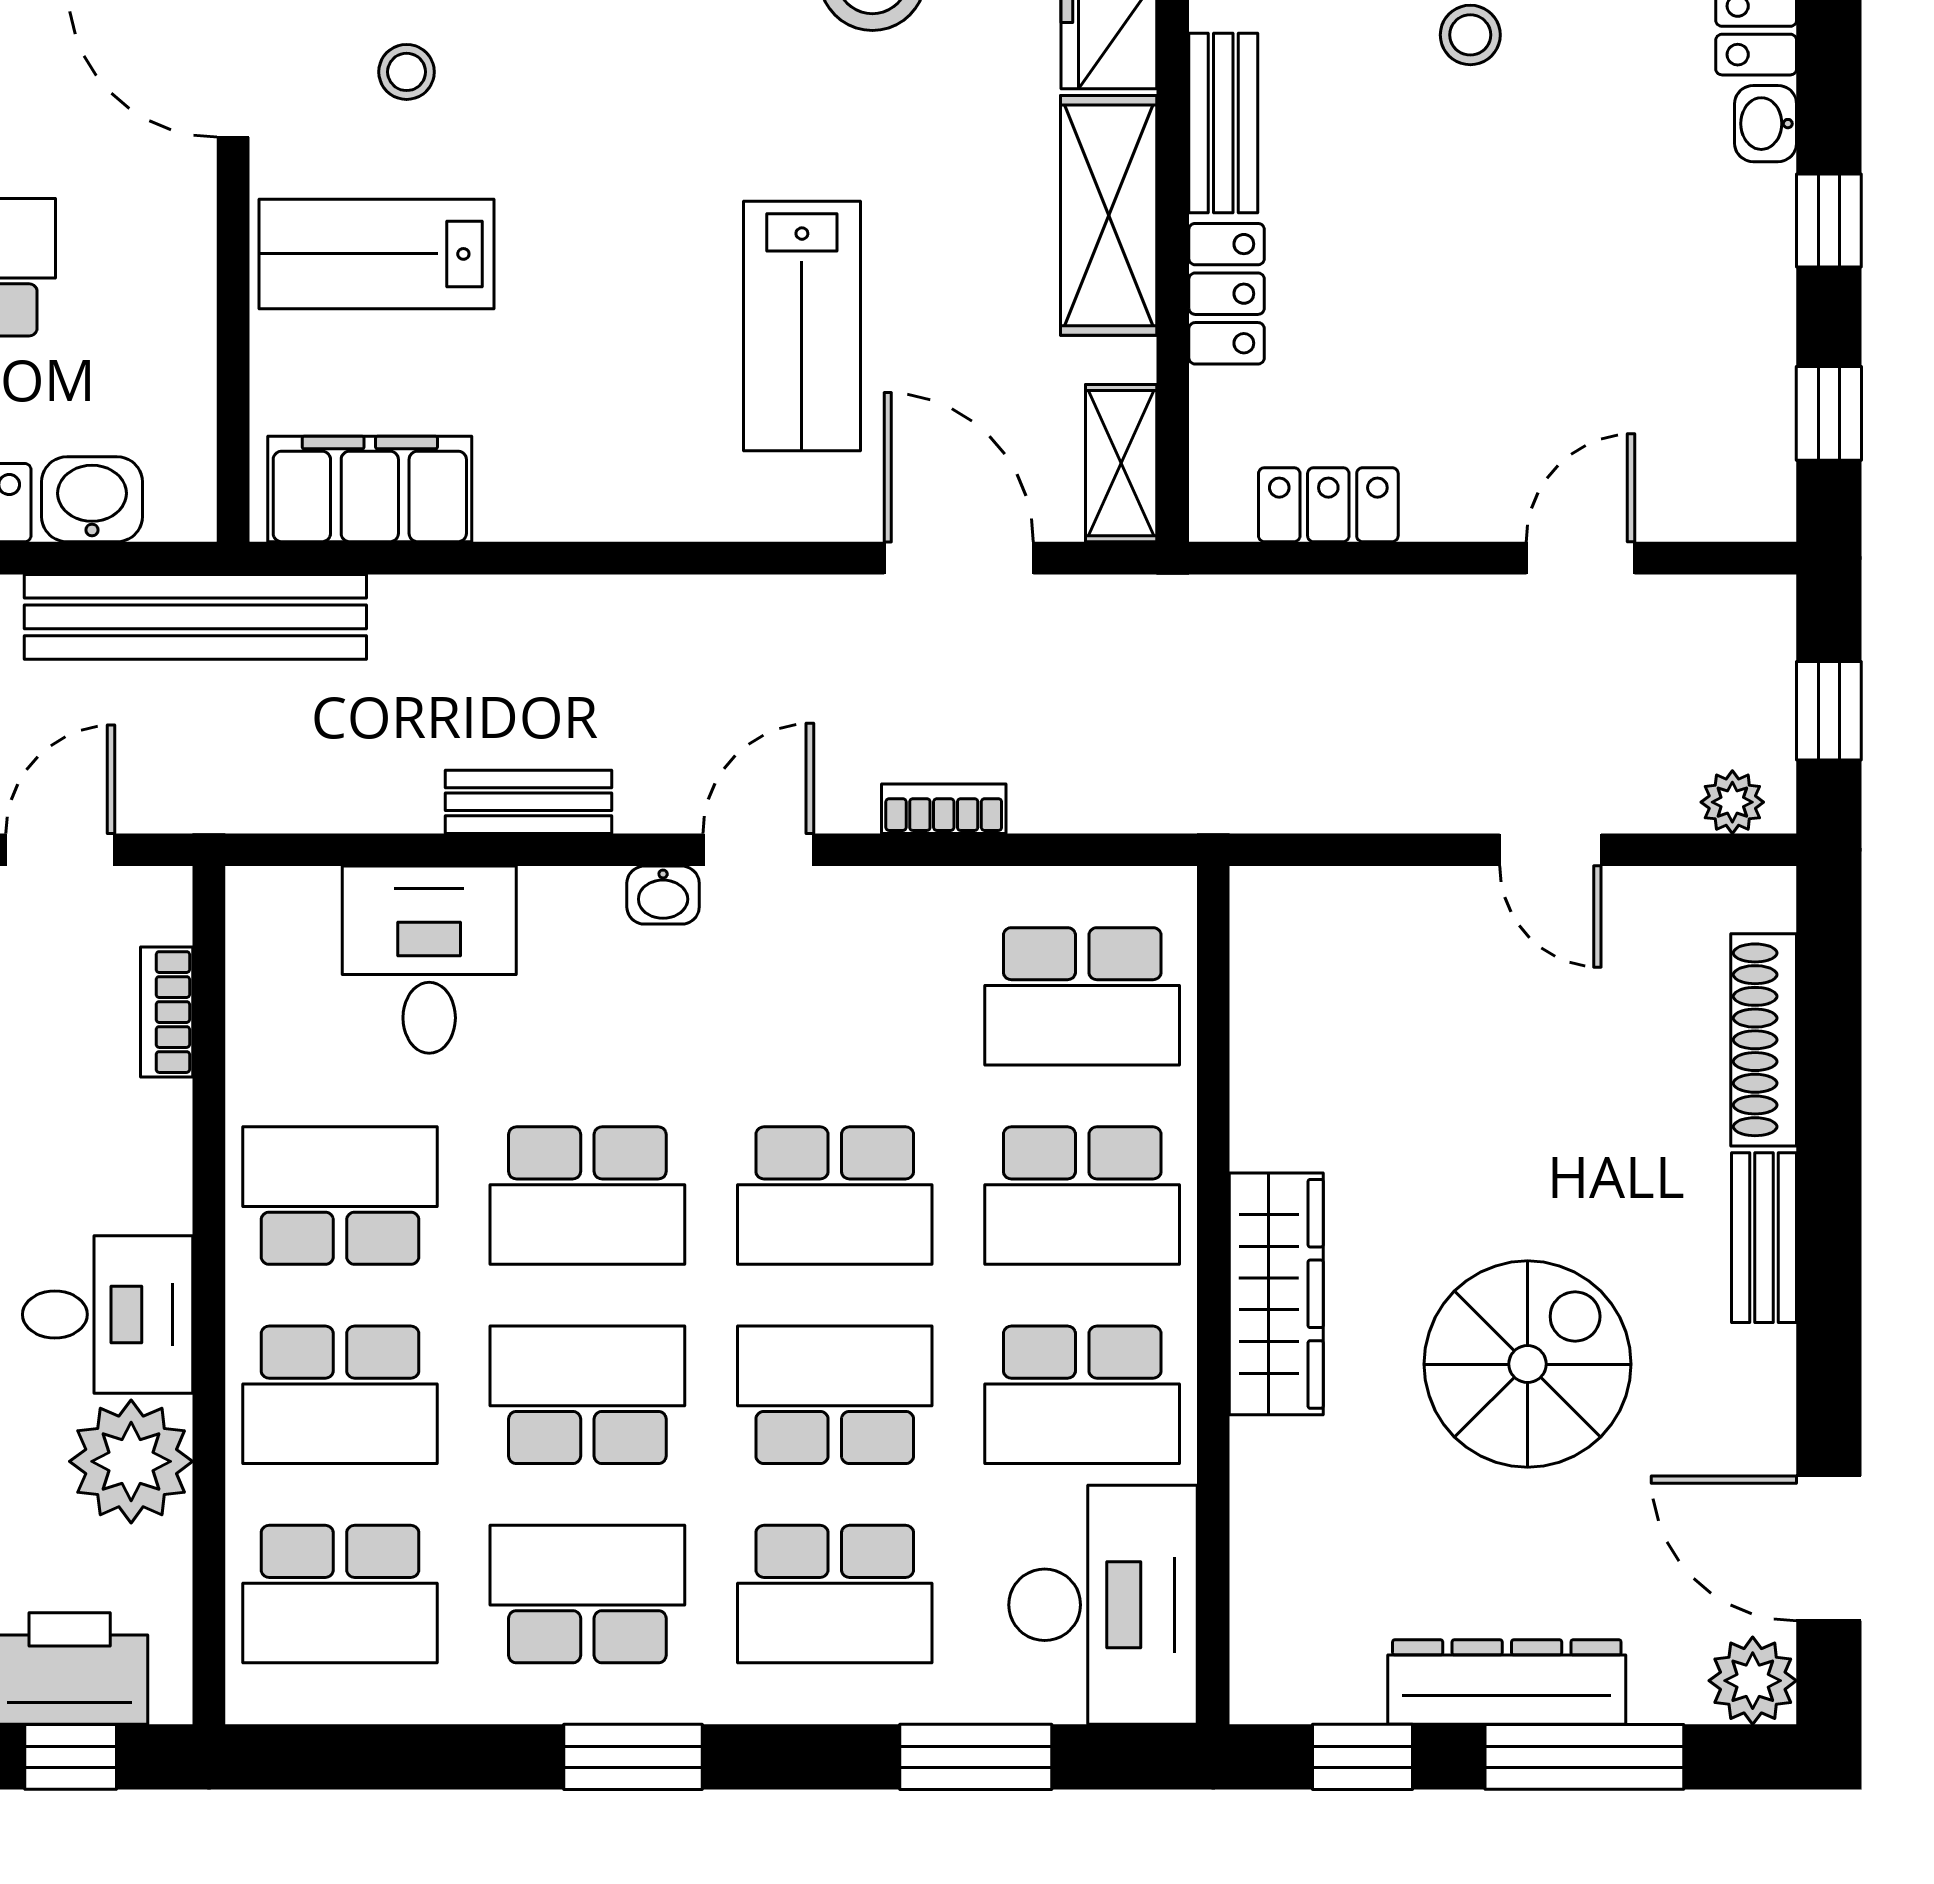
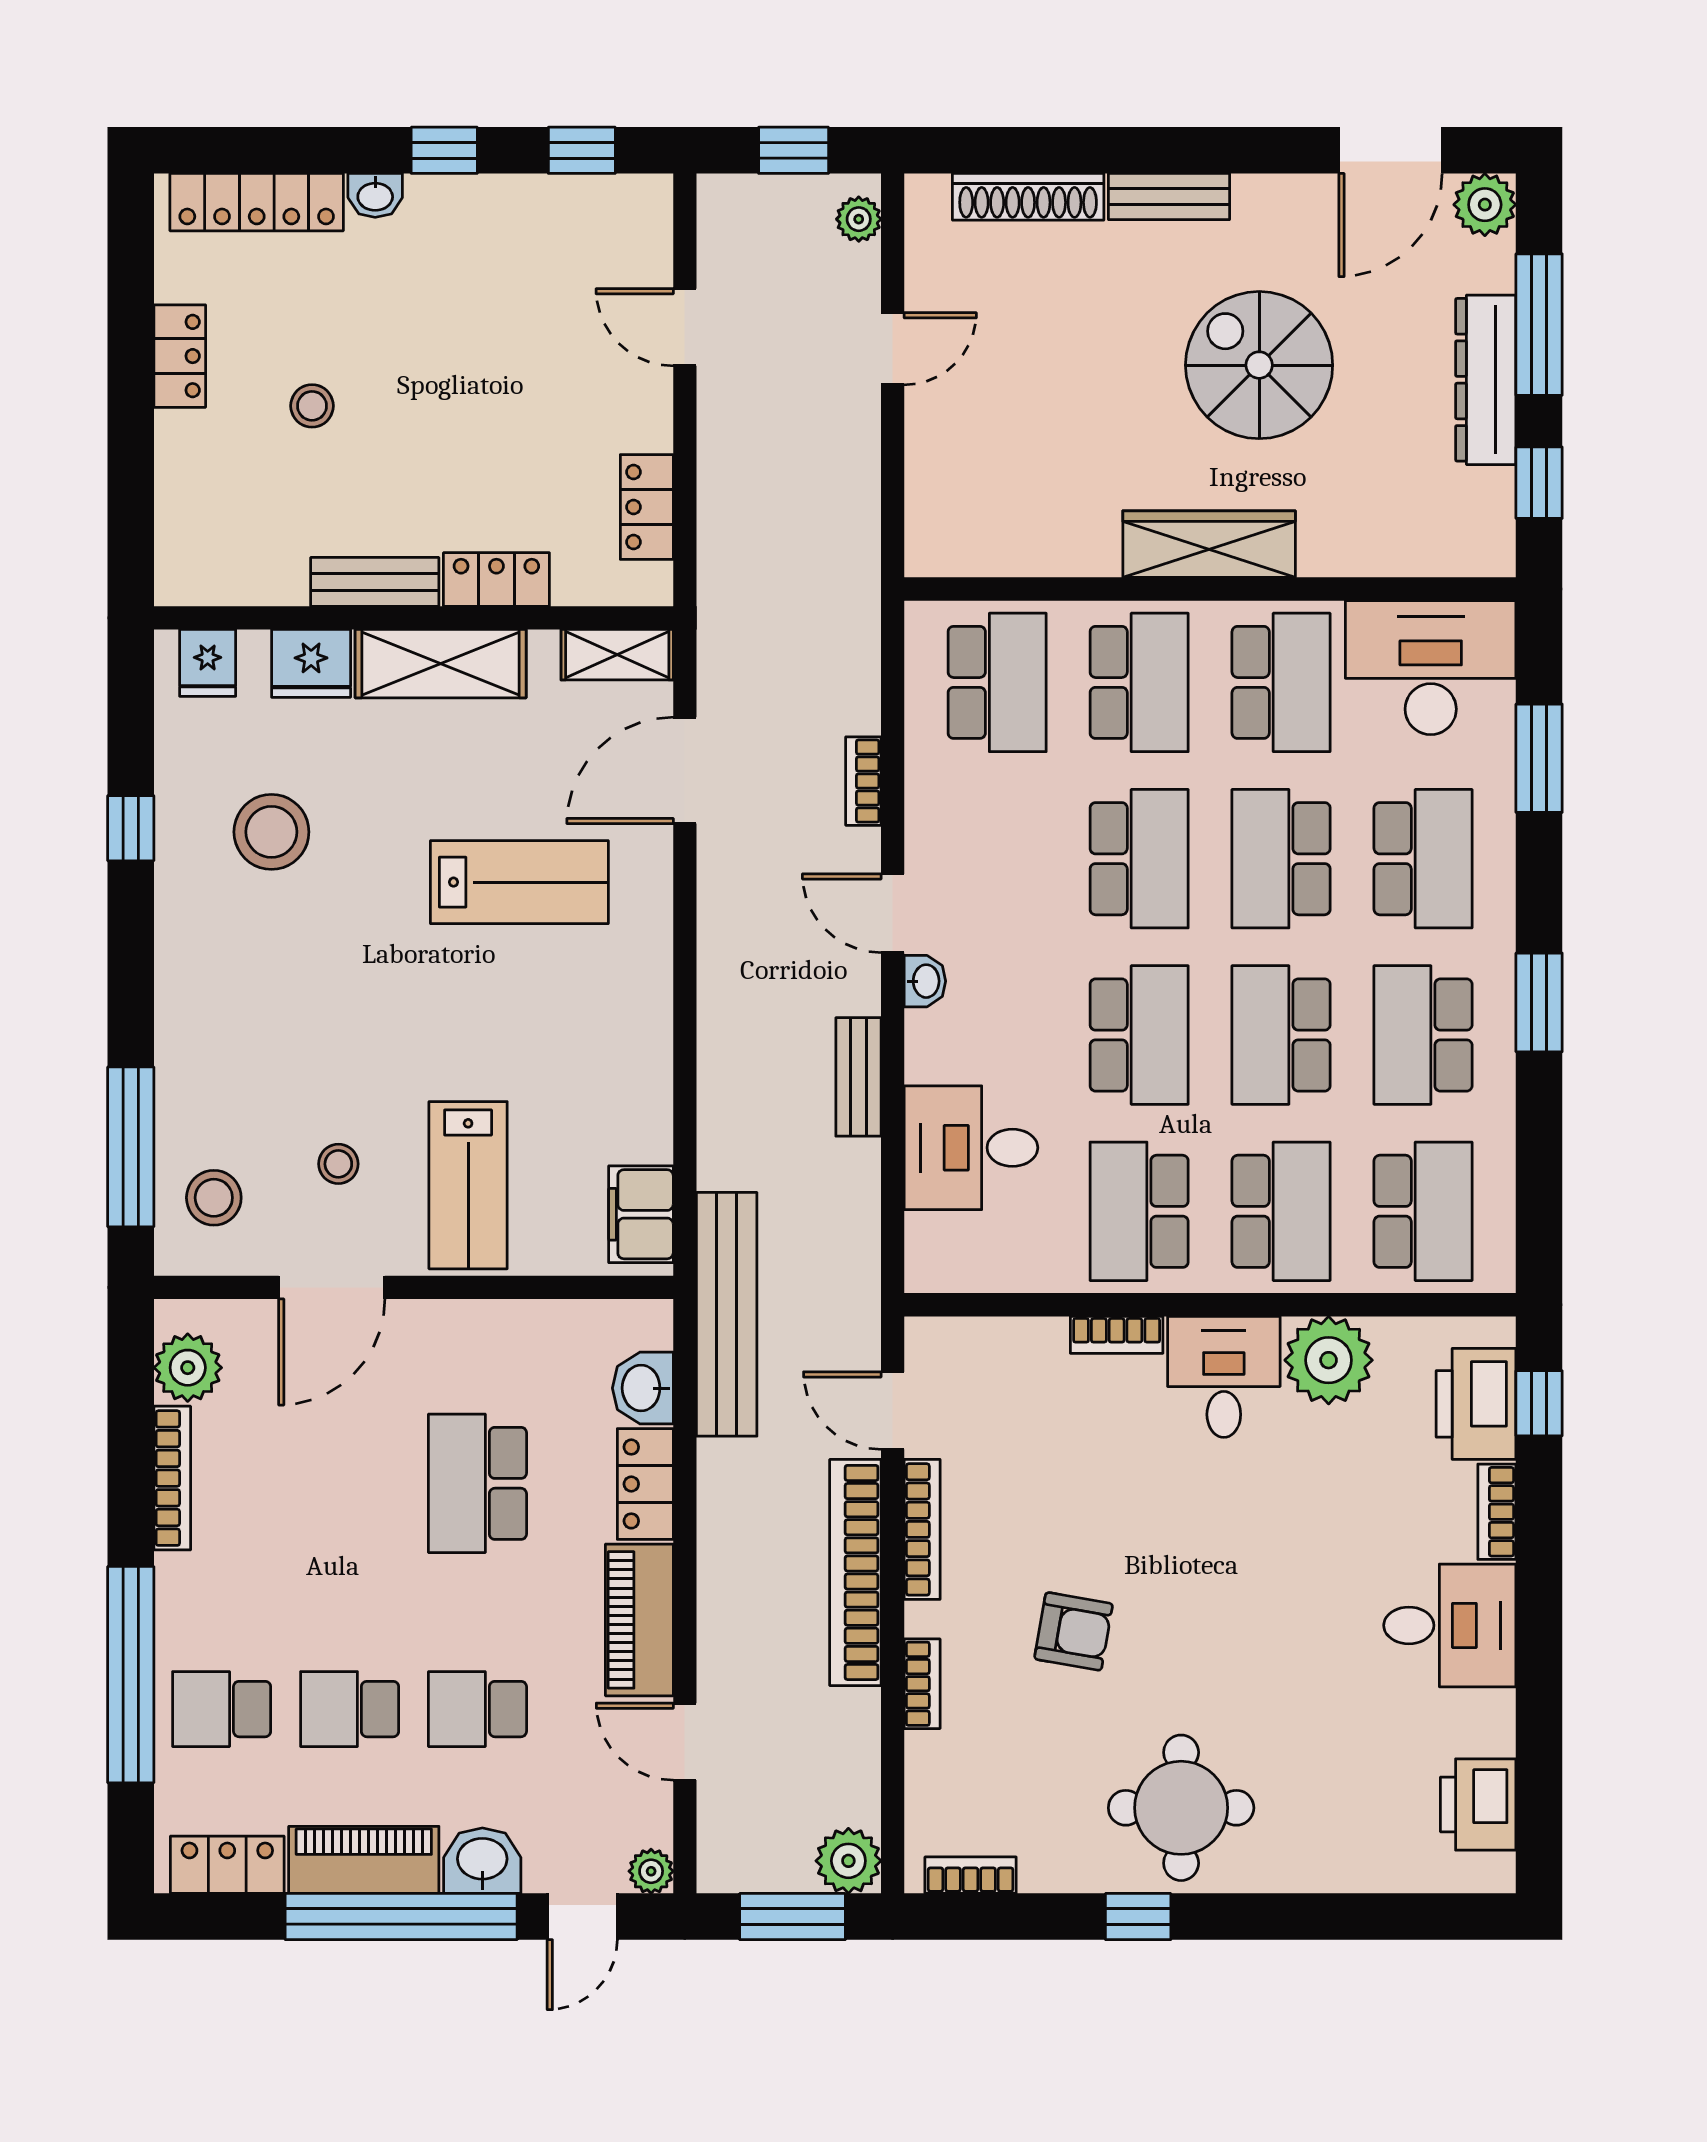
filing cabinet: (370, 489) -> (641, 1214), width x0.67, depth x0.86
bookcase: (167, 1012) -> (1117, 1335), moved

